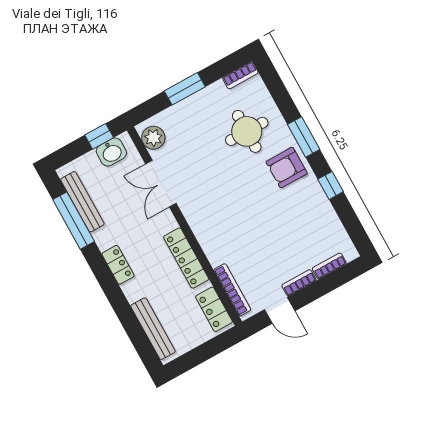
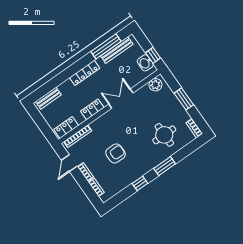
armchair: (287, 168) -> (115, 153), moved, turned 90
double door: (161, 184) -> (121, 99), moved
locker: (186, 258) -> (92, 109), width x0.66
locker: (118, 265) -> (85, 73), width x1.53
bench: (153, 329) -> (48, 98), width x0.73

